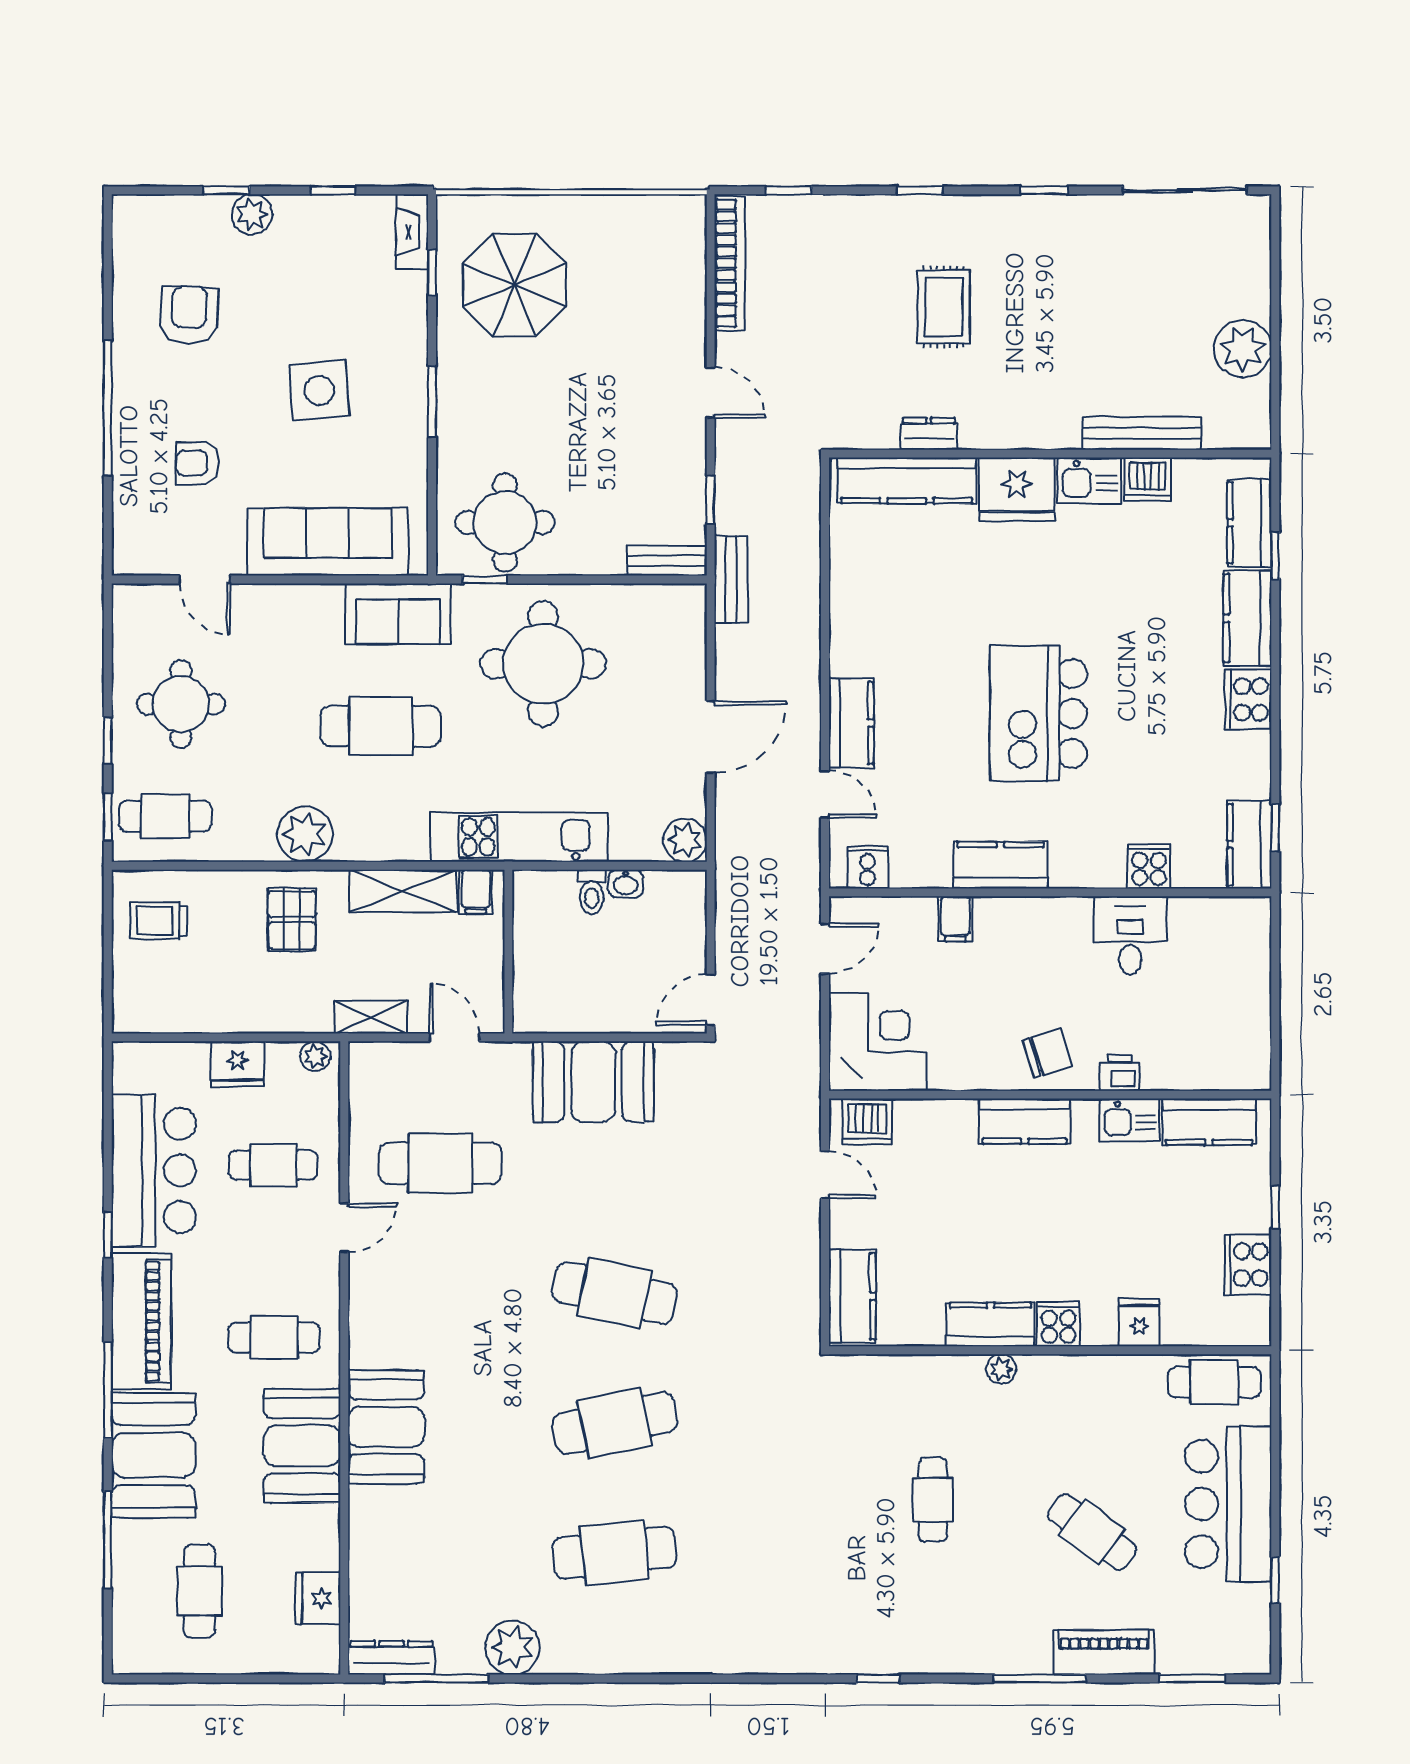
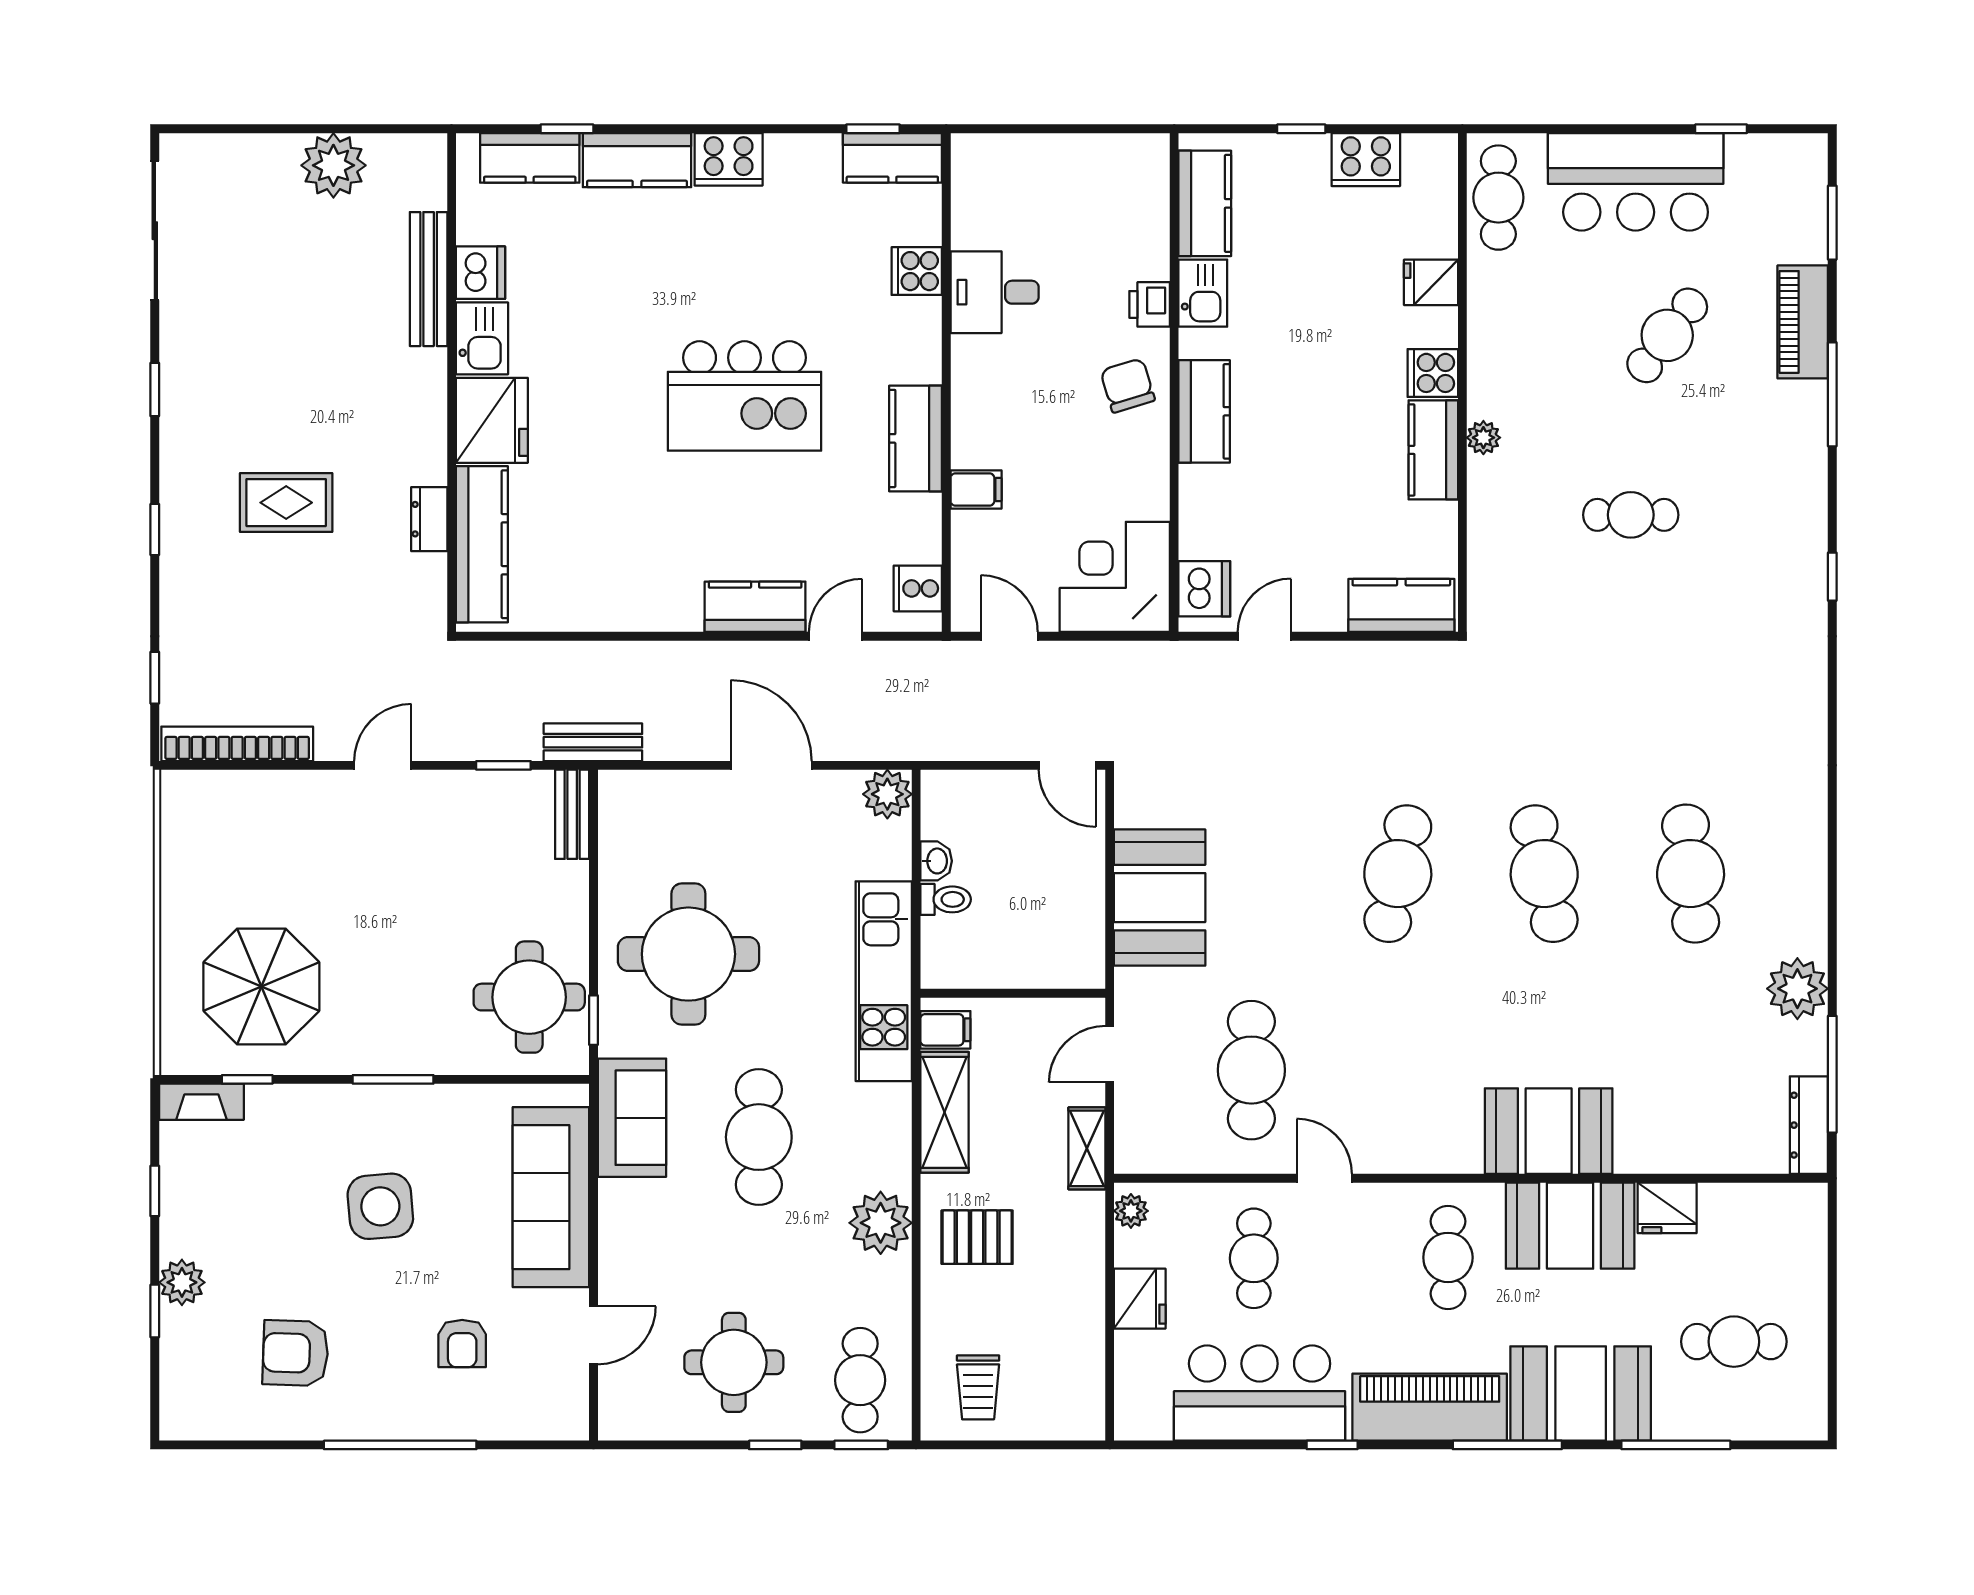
fridge: (318, 1598) -> (1667, 1208), moved

